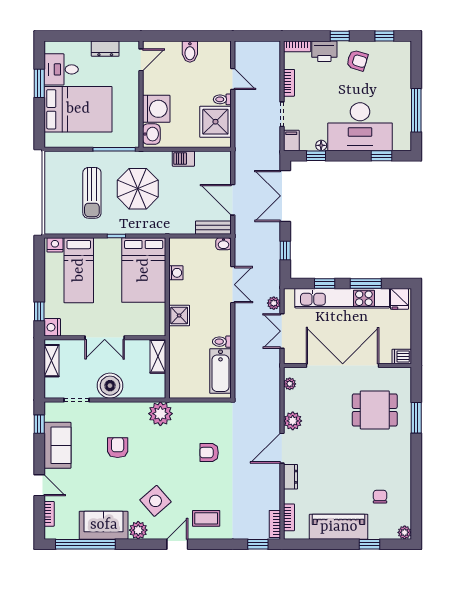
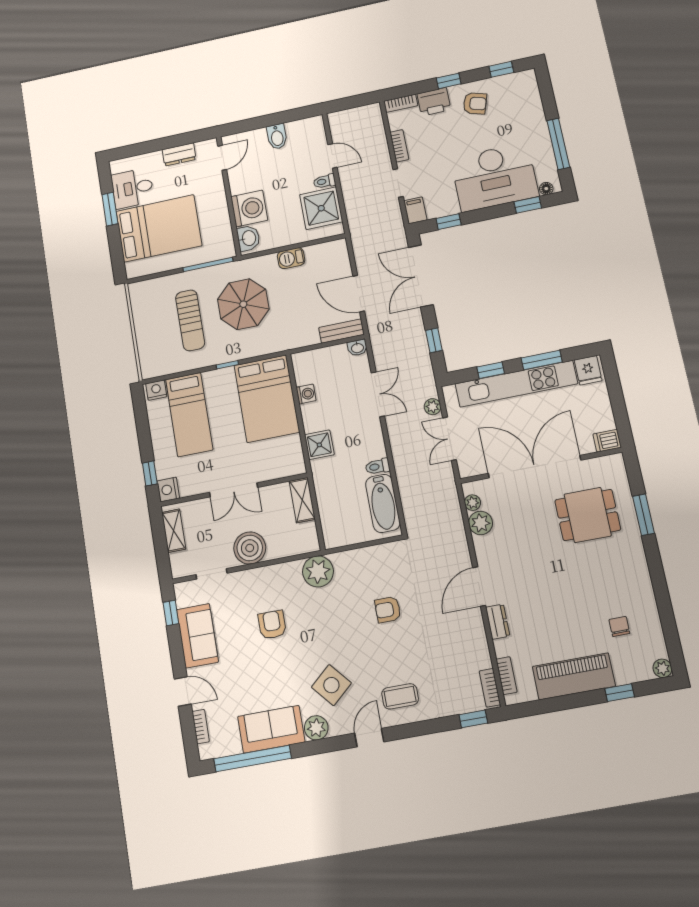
floor lamp: (321, 145) -> (546, 189), moved
plant: (293, 421) -> (481, 523), moved

